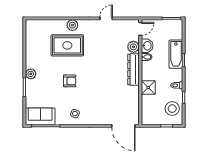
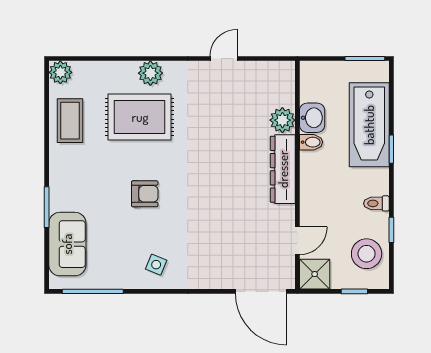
door: (140, 29) -> (297, 241), moved
coffee table: (35, 47) -> (70, 121), added
bathtub: (176, 54) -> (369, 125), width x1.36, depth x1.36
plant: (31, 74) -> (60, 72), moved
shower: (148, 88) -> (315, 274), moved
sofa: (40, 116) -> (67, 244), moved, turned 90

